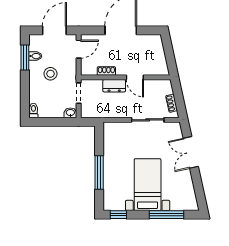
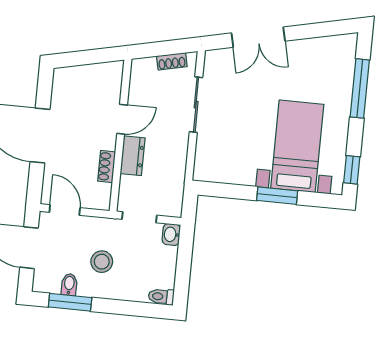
window: (99, 172) -> (277, 196), width x0.69
bed with nightstands: (148, 185) -> (297, 146), moved, turned 90

